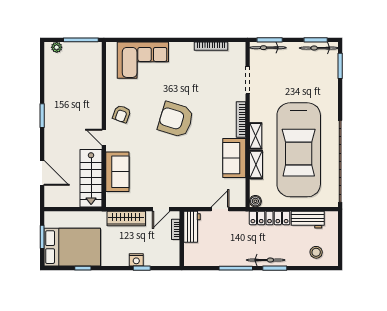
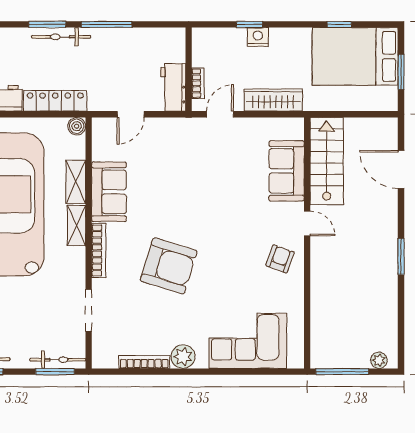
plant: (185, 50) -> (183, 357), added
armchair: (176, 120) -> (169, 266), moved

